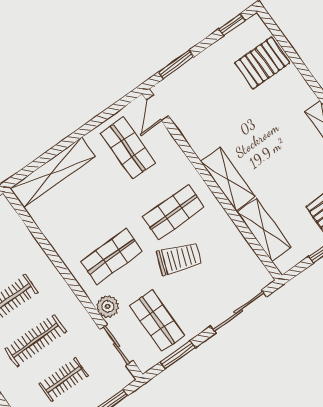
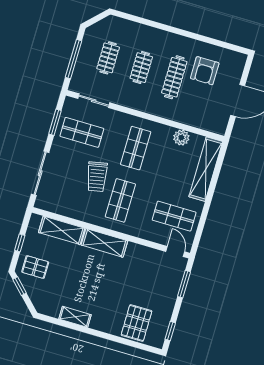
trolley: (179, 259) -> (97, 177), turned -32
plant: (108, 306) -> (181, 138), moved
clothes rail: (35, 340) -> (141, 68), width x0.73

